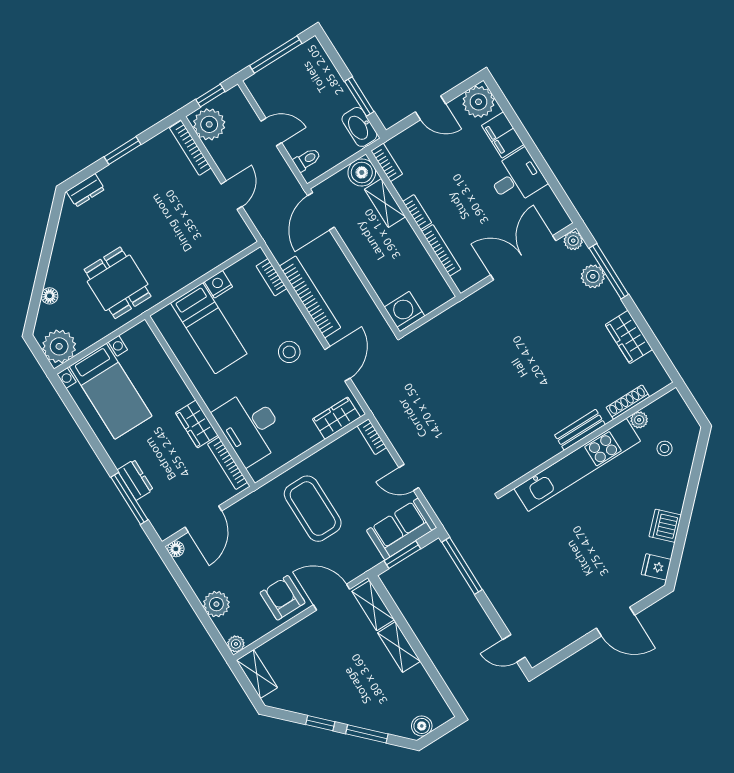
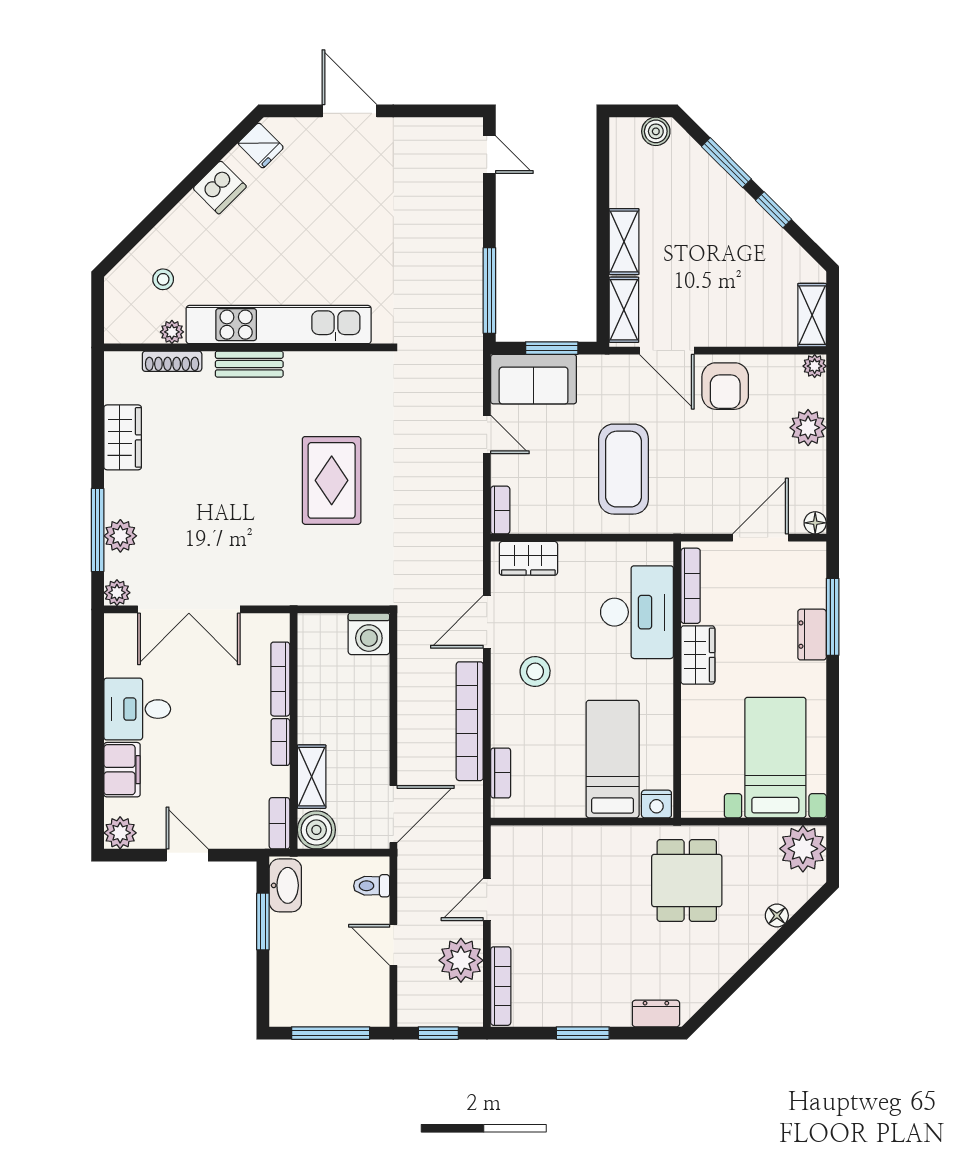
plant: (478, 102) -> (120, 833), width x0.73, depth x0.73
plant: (209, 124) -> (461, 960), moved
nightstand: (218, 284) -> (656, 804), moved
rug: (486, 390) -> (332, 480), added

